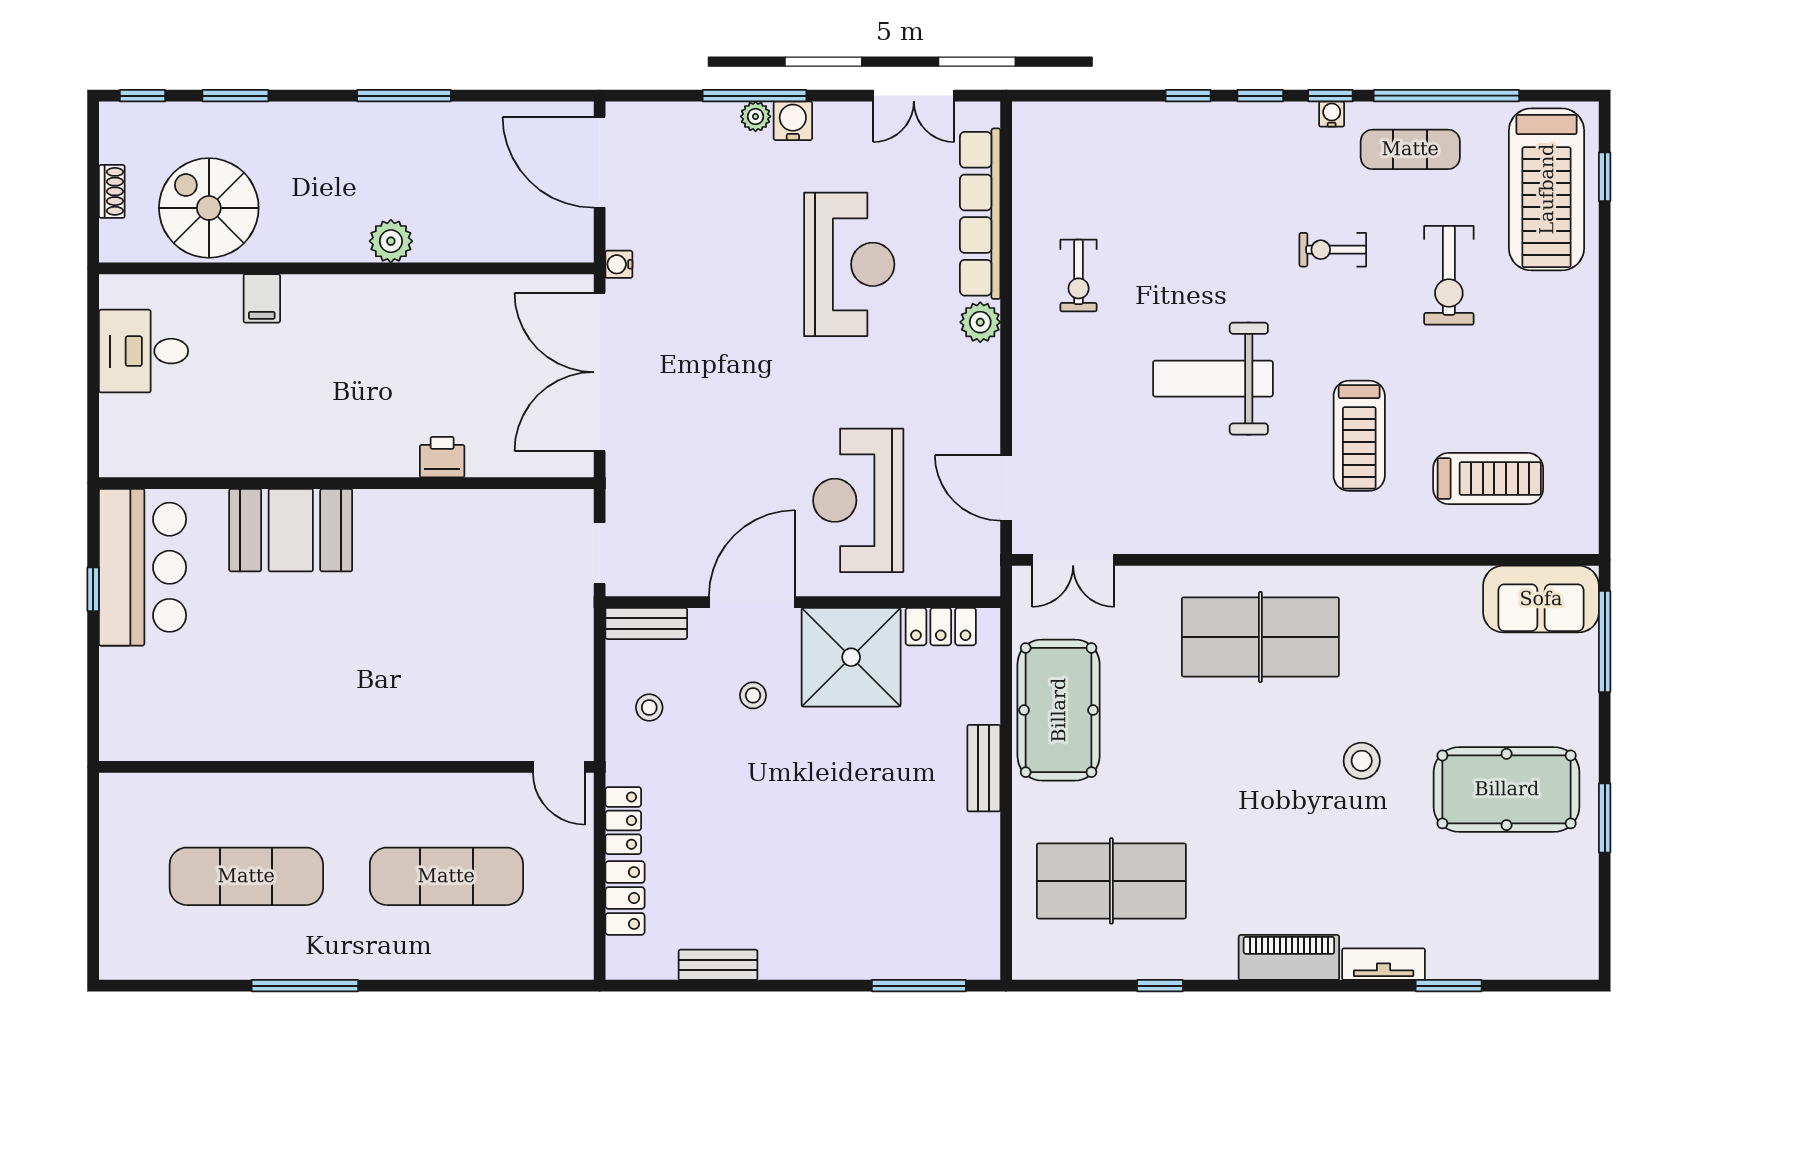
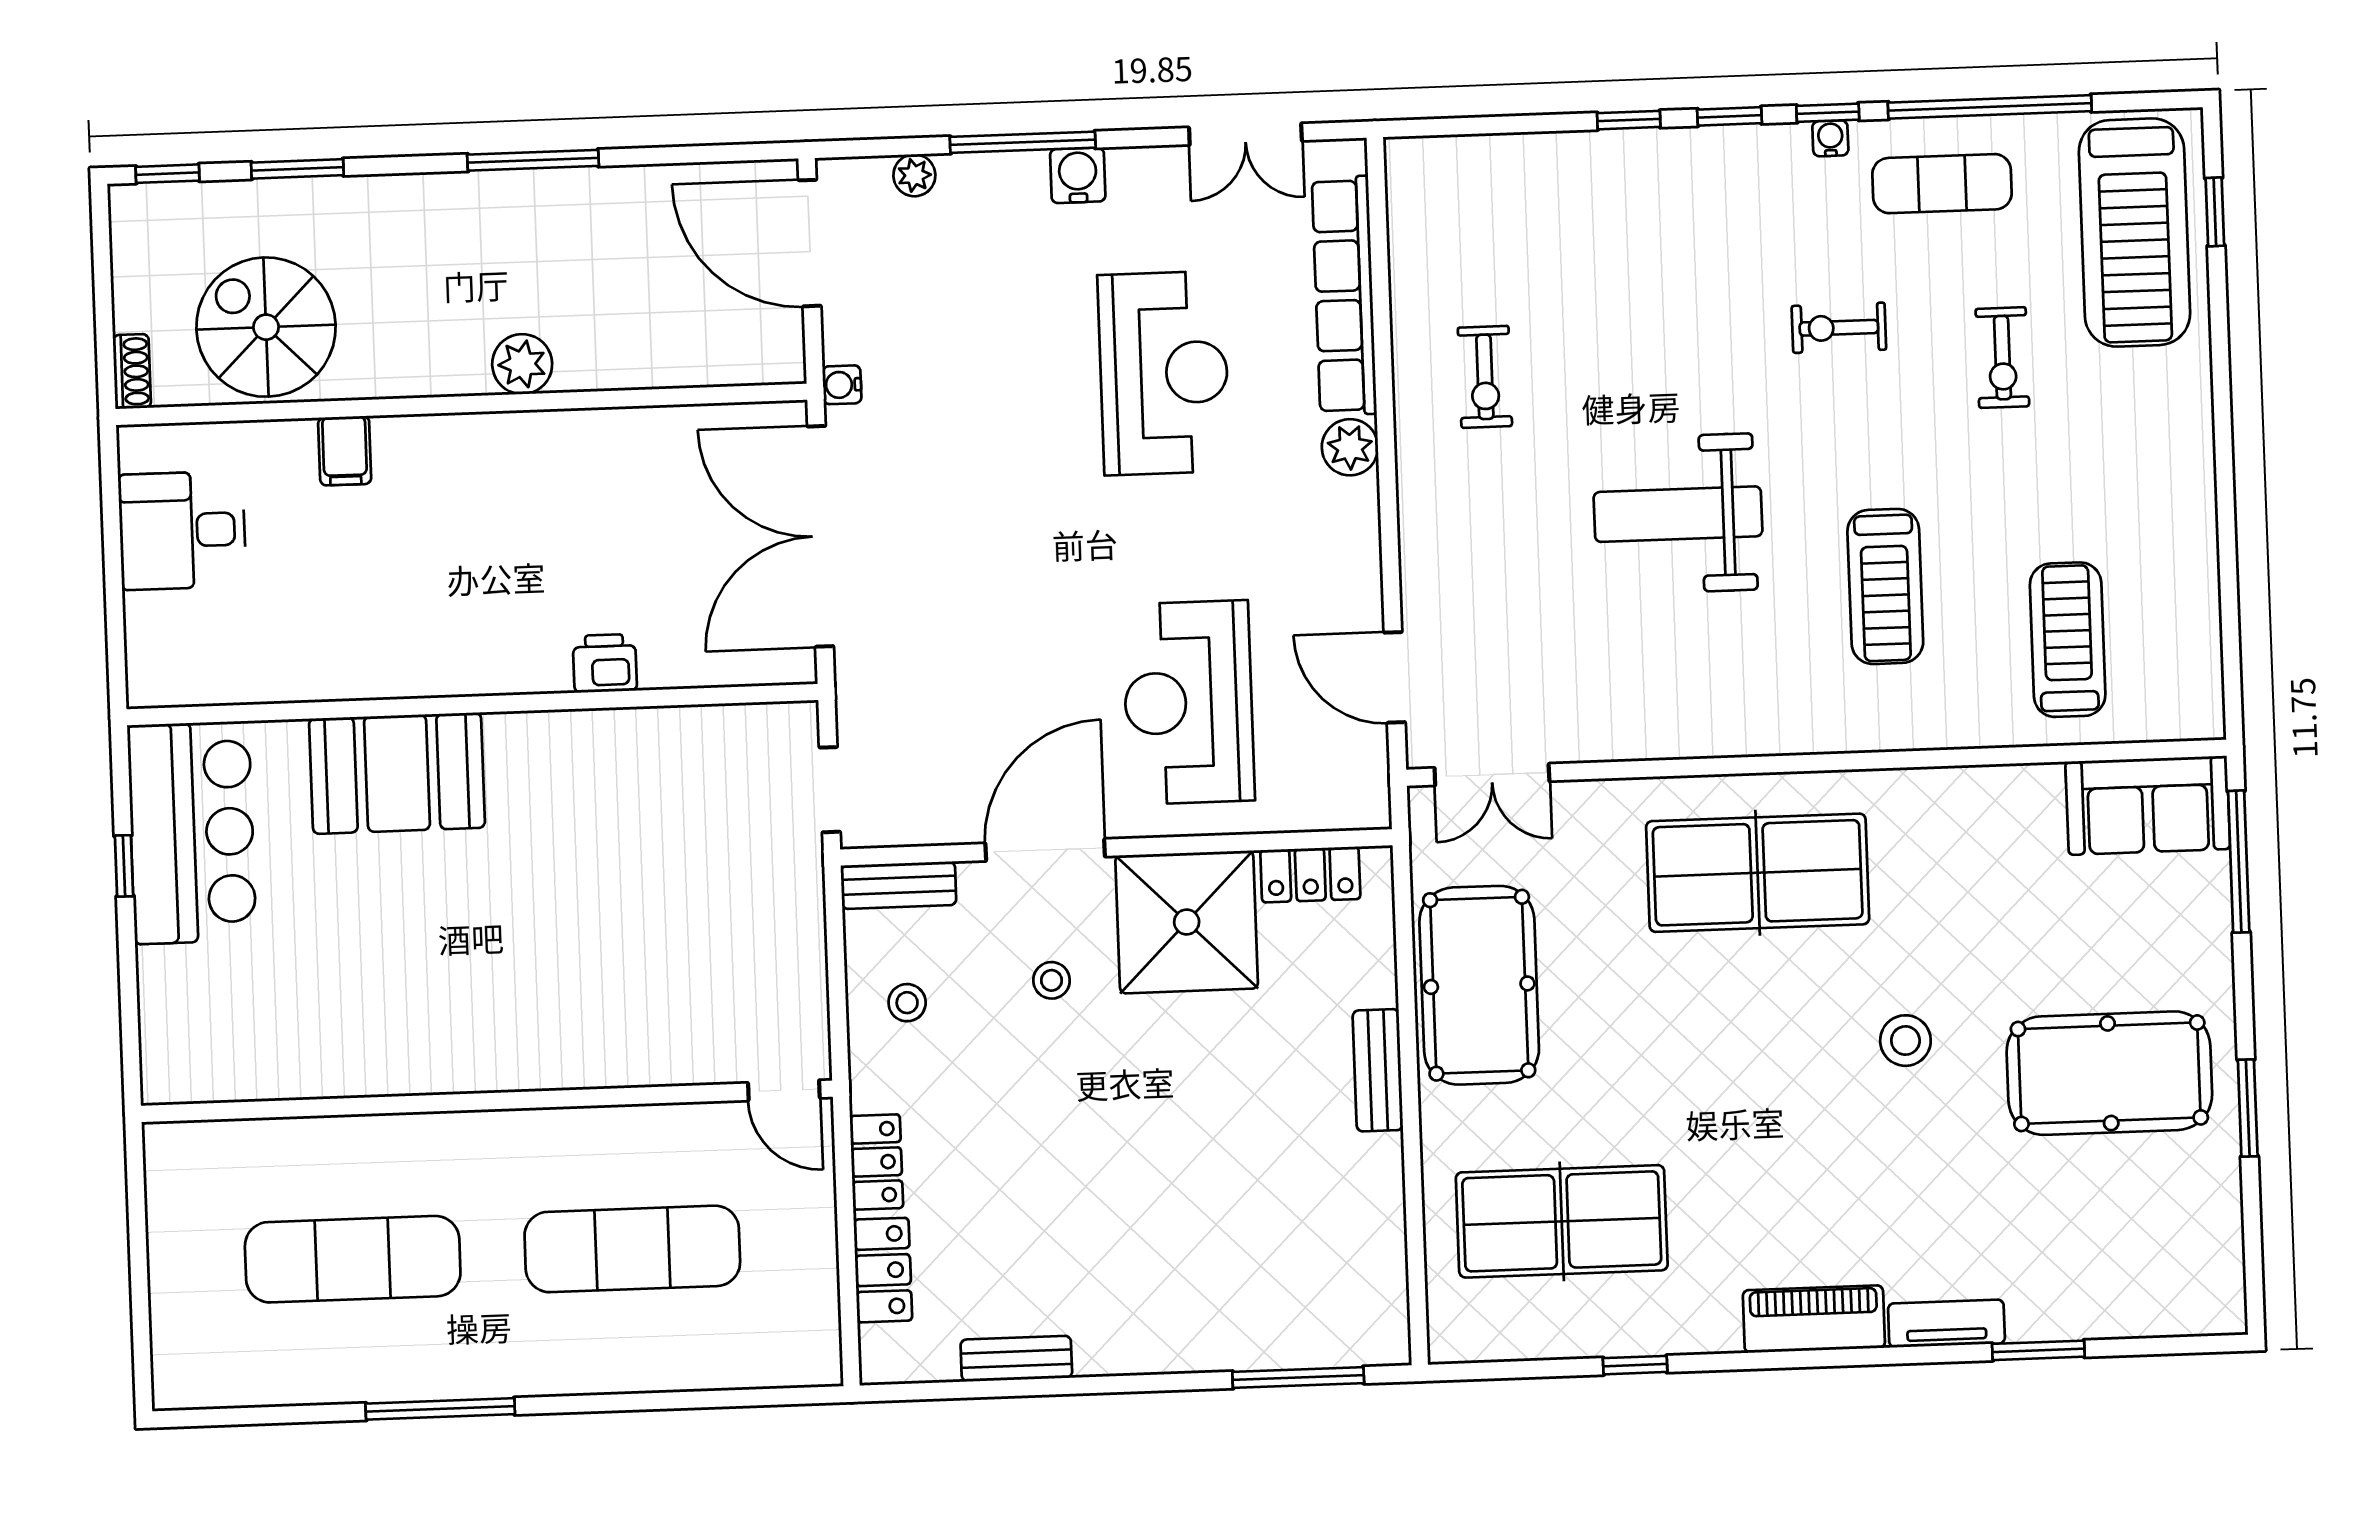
plant: (756, 116) -> (914, 175), moved
shoe rack: (112, 191) -> (132, 371), moved
exercise bike: (1449, 275) -> (2002, 358), width x0.73, depth x0.72
treadmill: (1488, 479) -> (2068, 640), turned -90

